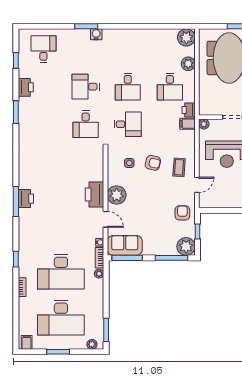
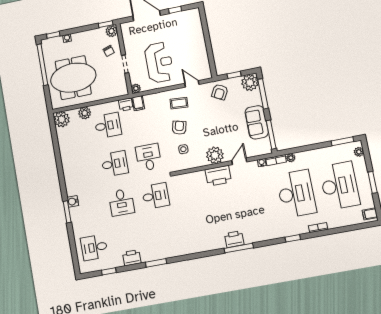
armchair: (182, 213) -> (220, 92), turned -62
sofa: (125, 245) -> (257, 122), moved

